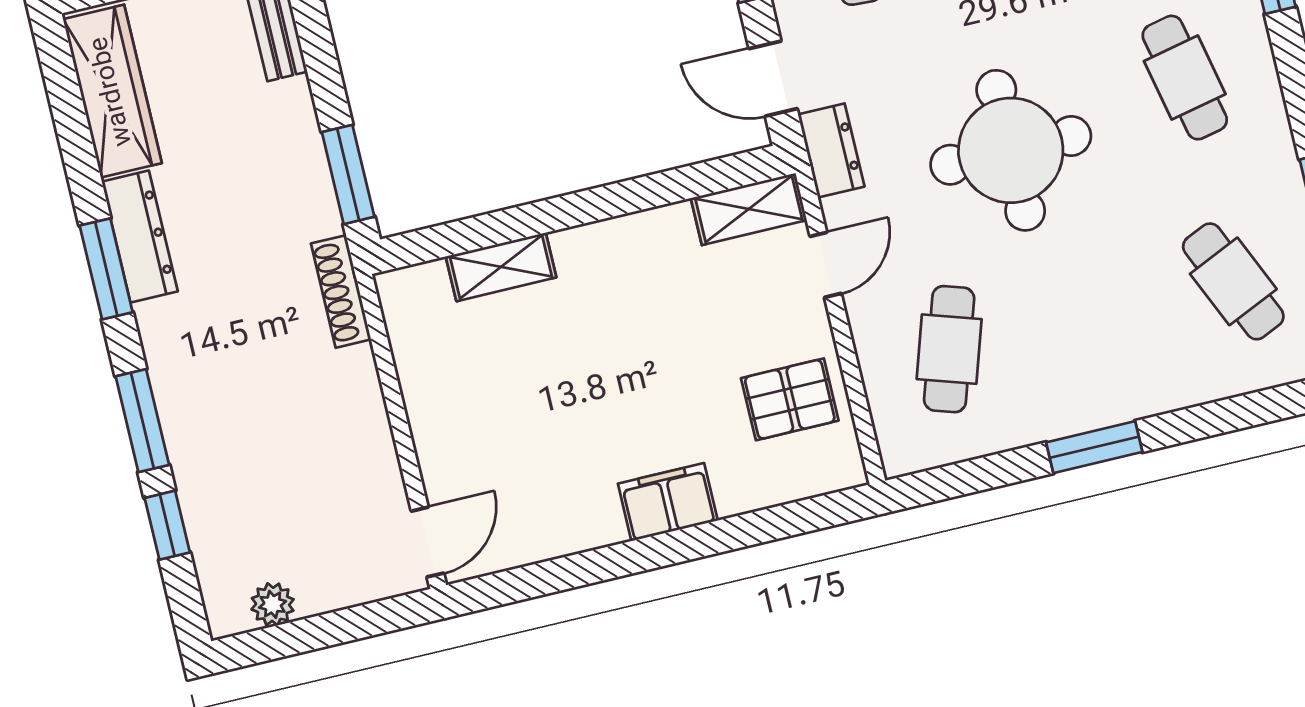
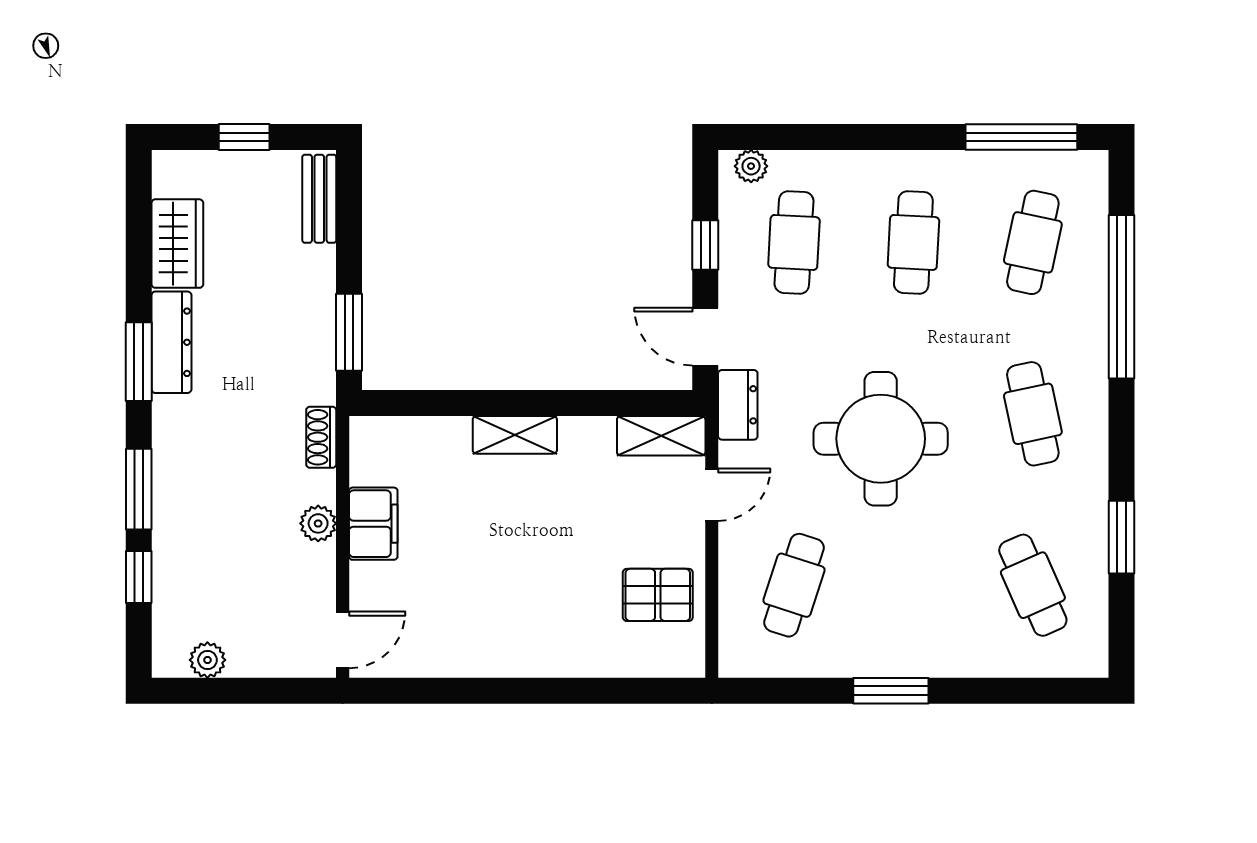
wardrobe: (112, 91) -> (177, 244), width x0.67
shelving: (501, 267) -> (515, 435), moved
shoe rack: (341, 291) -> (321, 437), width x0.70
plant: (365, 411) -> (318, 523), added
filing cabinet: (668, 502) -> (373, 524), moved, turned 90

